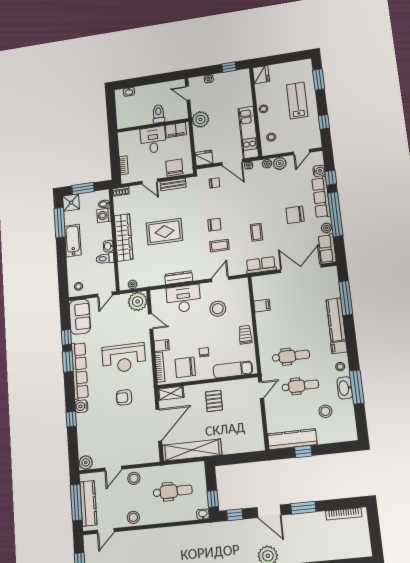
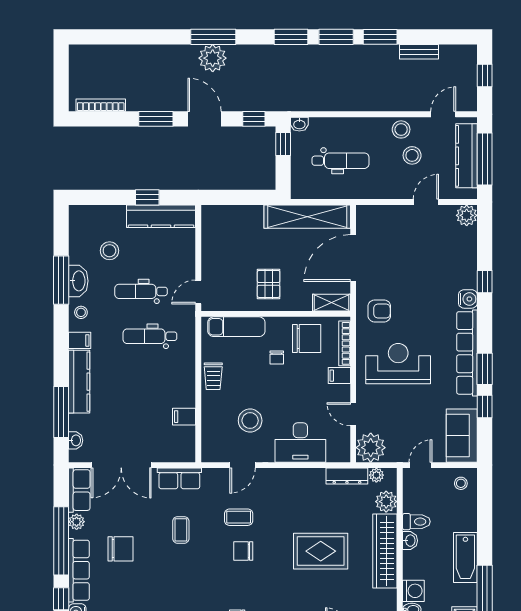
plant: (125, 268) -> (386, 502), added
dresser: (179, 278) -> (347, 476), moved
washbasin: (334, 281) -> (76, 440), added
armchair: (124, 397) -> (379, 311), moved
stool: (134, 478) -> (412, 155), moved
dental chair: (173, 491) -> (340, 161), turned 180

